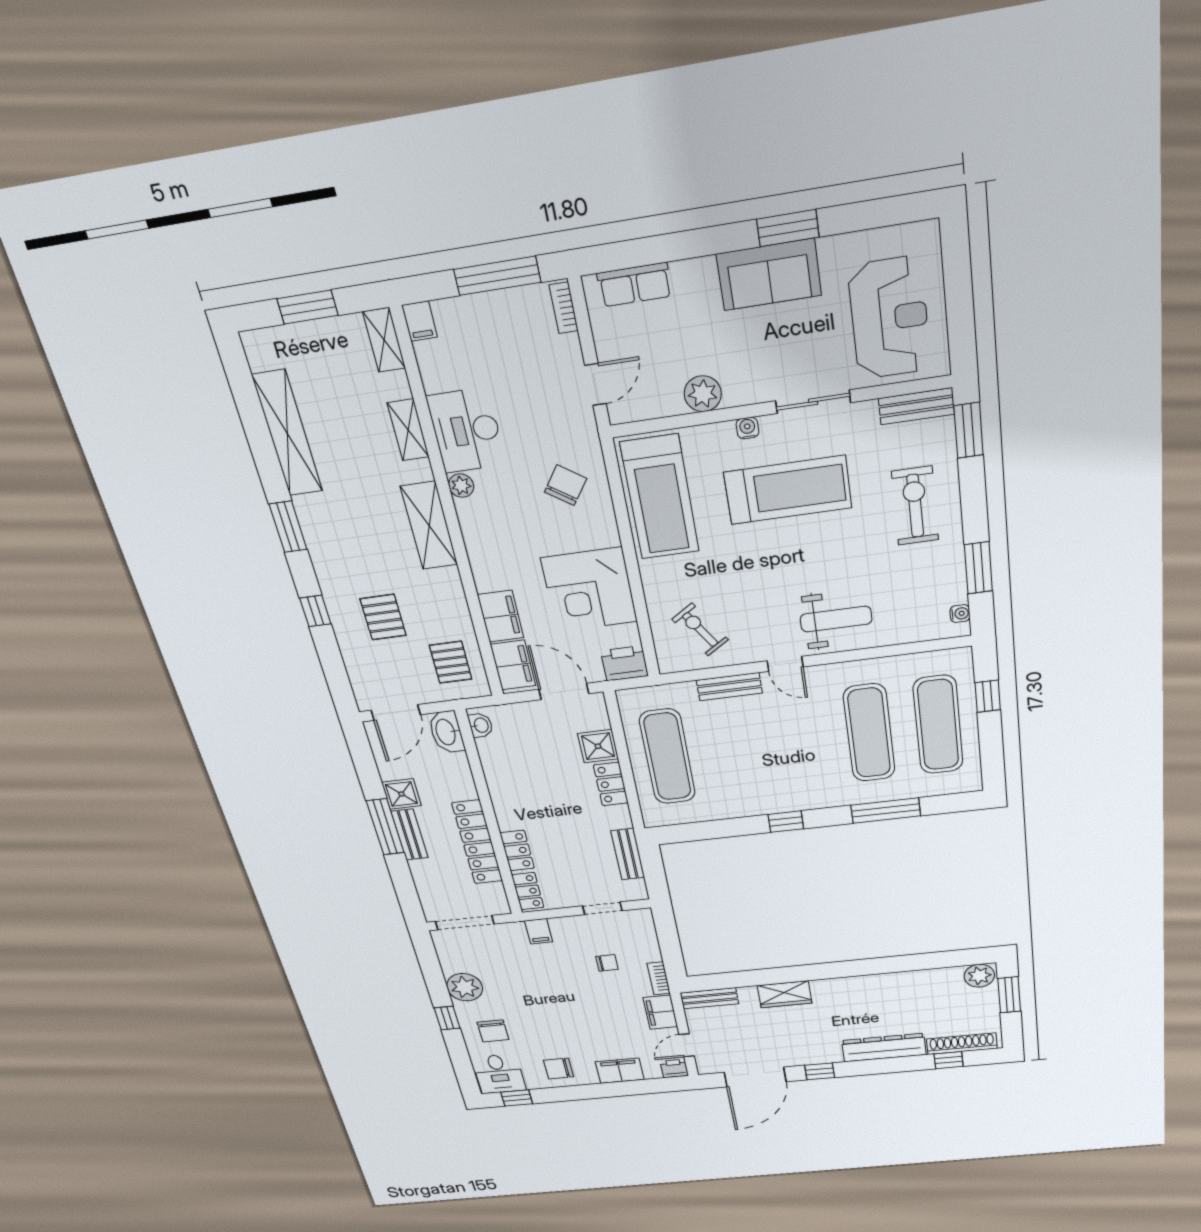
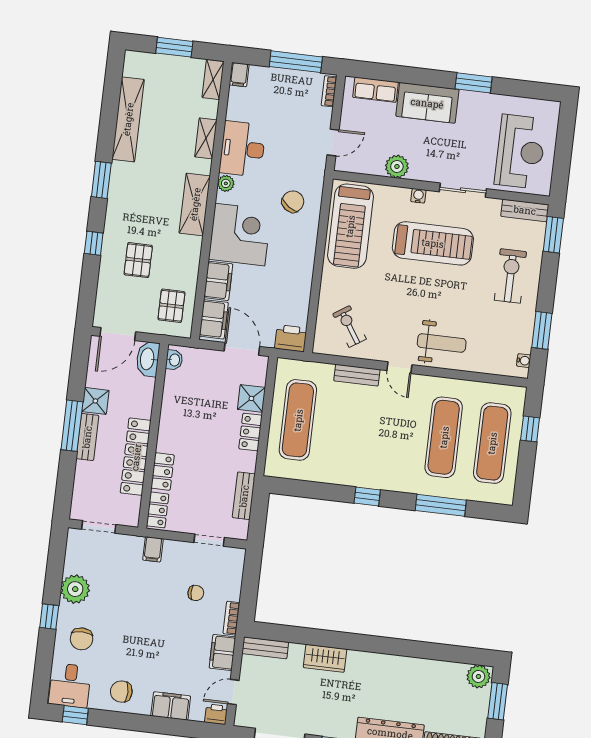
sofa: (769, 275) -> (427, 103), moved
corner desk: (589, 590) -> (240, 235), moved, turned 180
doorway: (465, 923) -> (99, 527), width x0.73

